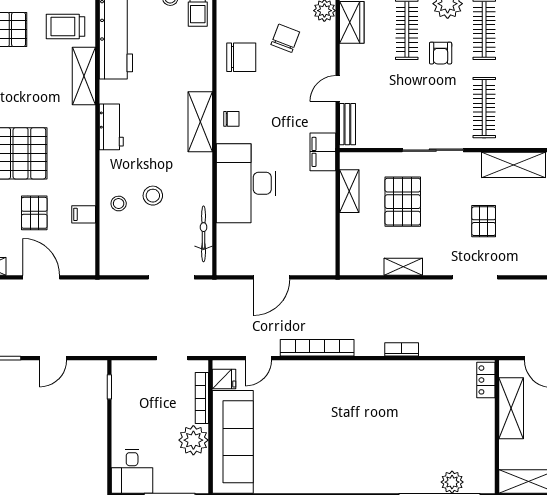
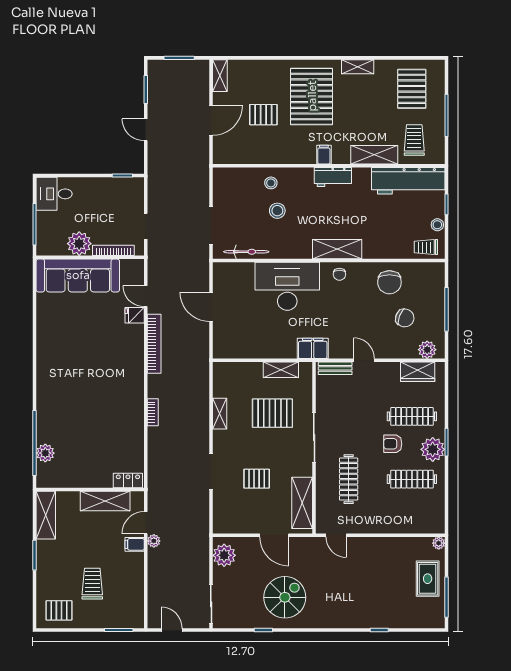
clothes rail: (484, 108) -> (349, 479), turned 90
filing cabinet: (84, 214) -> (324, 155), moved
fridge: (224, 379) -> (135, 315), moved, turned 90

